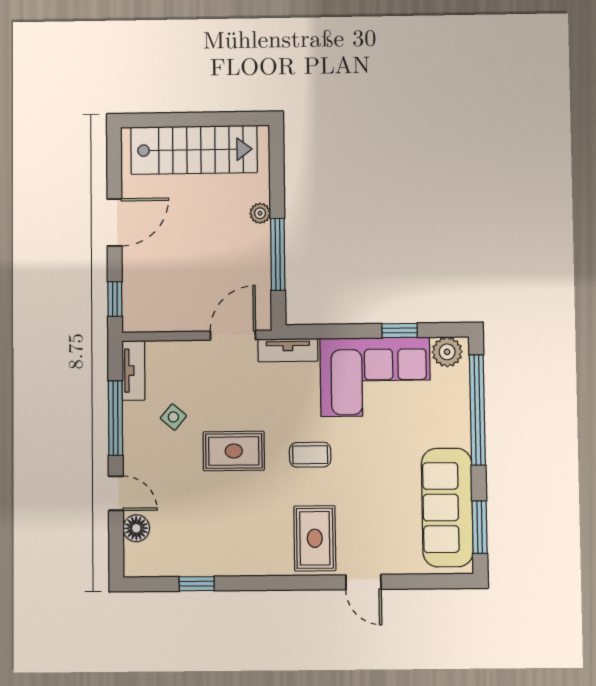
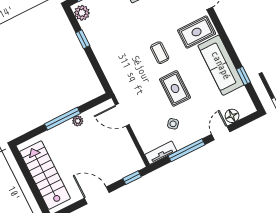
plant: (260, 213) -> (78, 121), moved
window: (278, 254) -> (62, 119), moved
tv unit: (288, 350) -> (117, 86), removed
corner sofa: (375, 377) -> (109, 40), removed
sofa: (235, 553) -> (221, 65), added

